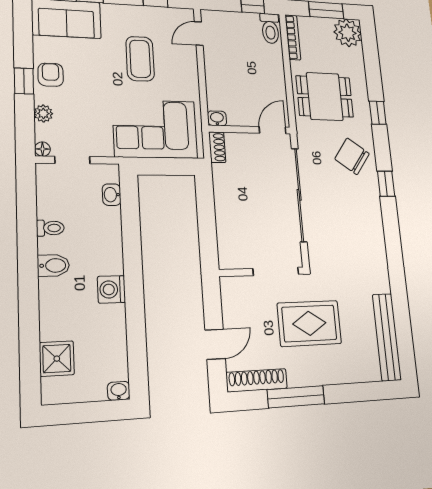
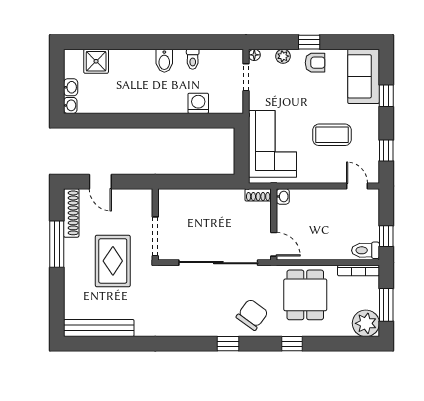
washbasin: (112, 195) -> (71, 87), moved, turned 90
washing machine: (111, 289) -> (198, 103), moved

